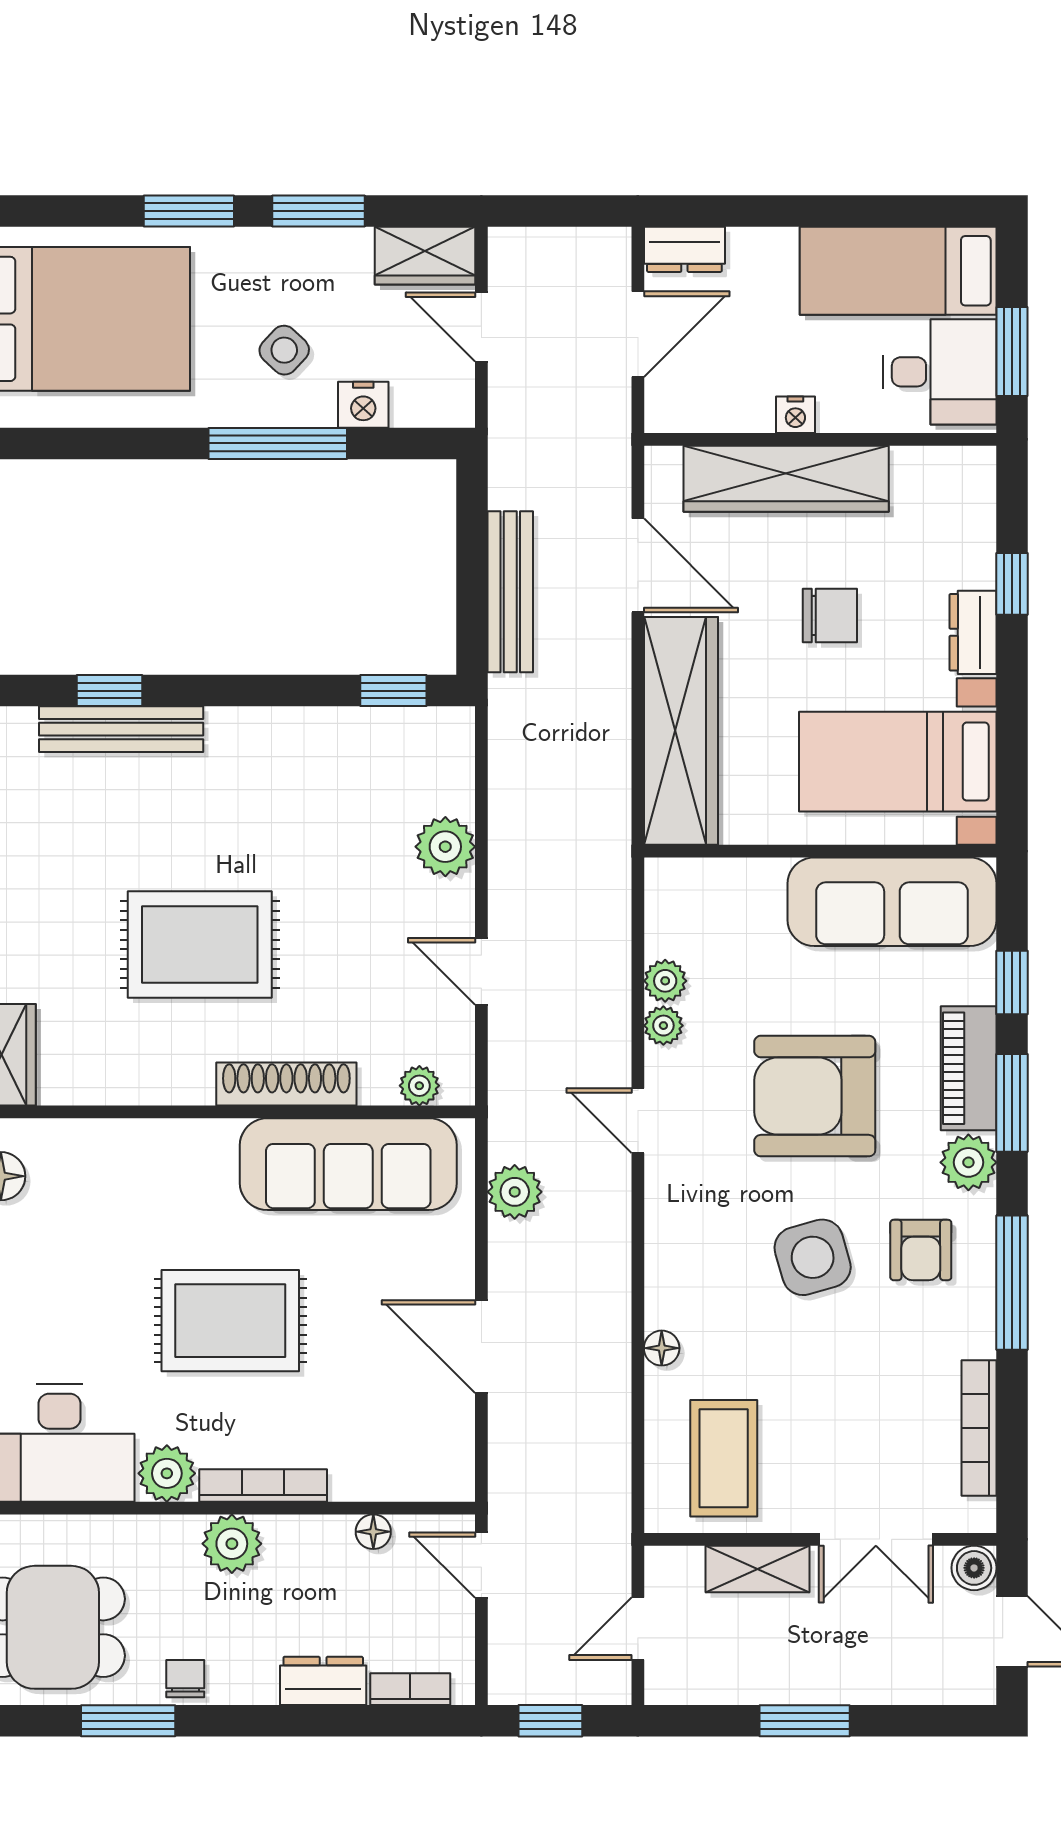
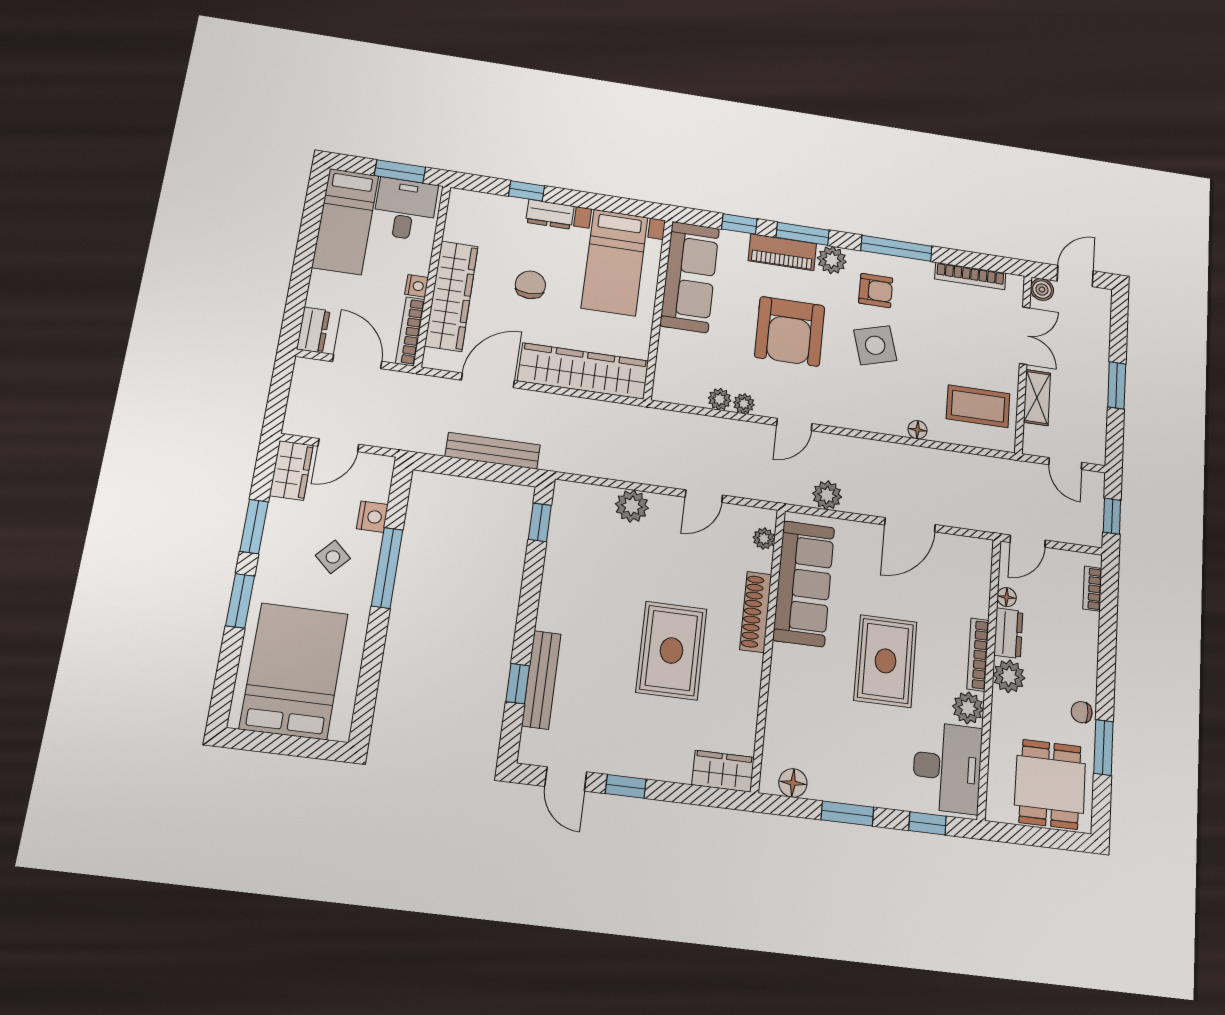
bookcase: (708, 417) -> (410, 331), added
dresser: (323, 1681) -> (1008, 633), moved, turned 180

